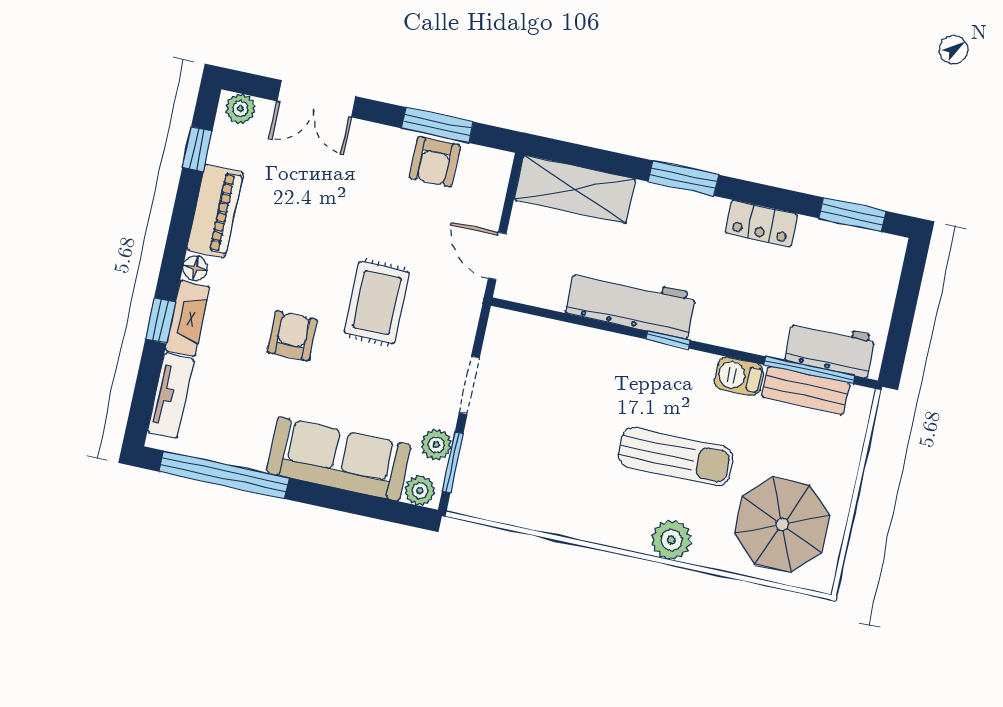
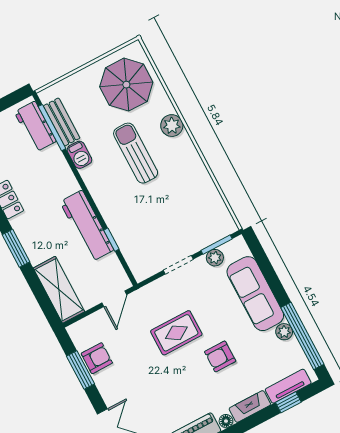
window: (160, 321) -> (288, 402), moved
window: (668, 340) -> (111, 240), moved
plant: (420, 491) -> (284, 332), moved

